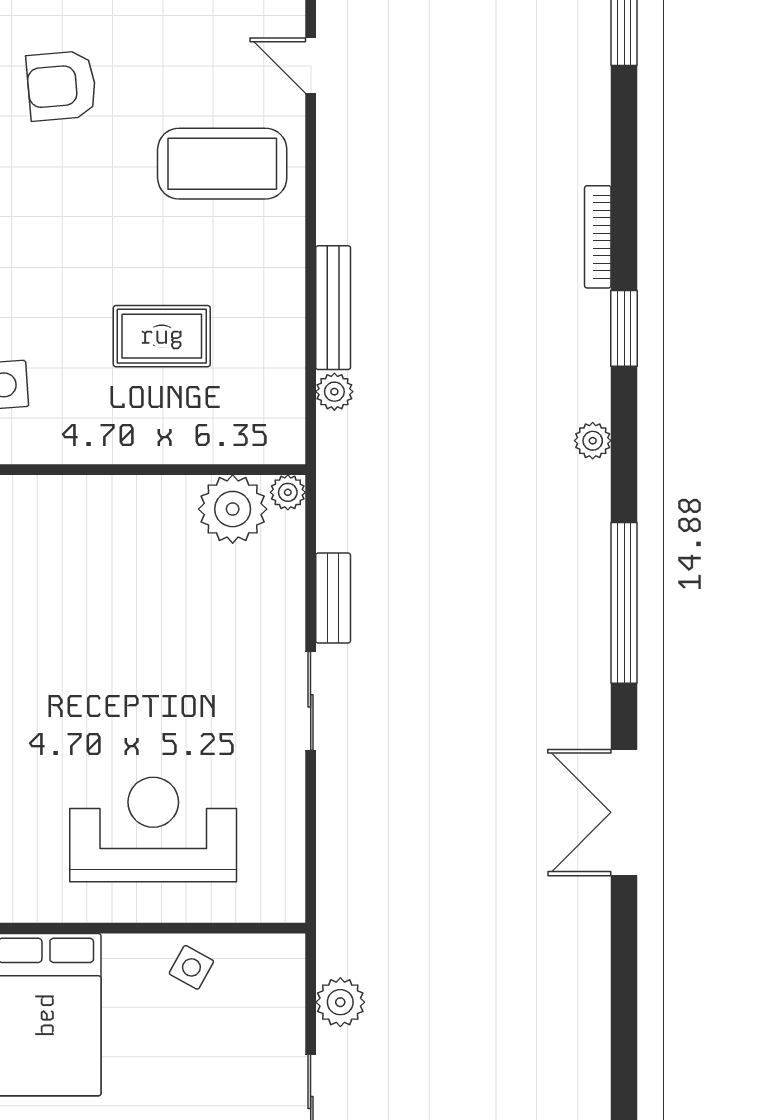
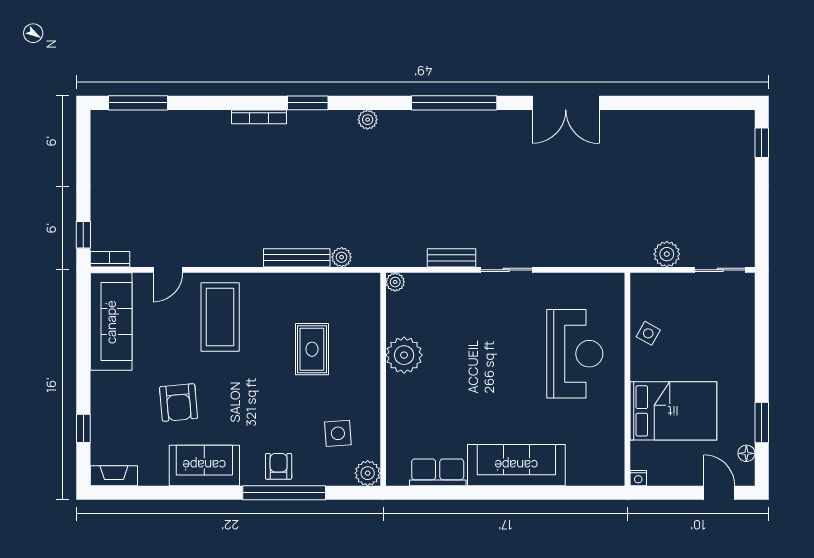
plant: (233, 509) -> (404, 355), moved
reception desk: (153, 829) -> (575, 354), turned 180

